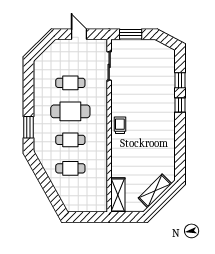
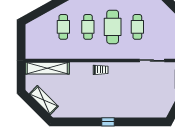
window: (180, 80) -> (140, 122), removed
window: (180, 105) -> (108, 122), moved
shelving: (118, 195) -> (47, 68), width x1.47

